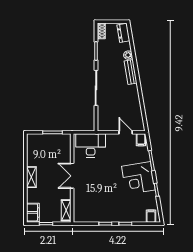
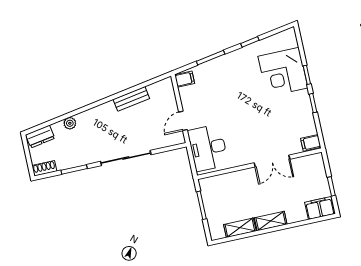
bench: (131, 72) -> (131, 99), moved
door: (126, 132) -> (183, 121), moved
double door: (72, 176) -> (272, 161), moved
corner desk: (138, 178) -> (283, 72), moved, turned 100
shelving: (66, 210) -> (240, 228), moved
filing cabinet: (151, 216) -> (311, 143), moved

